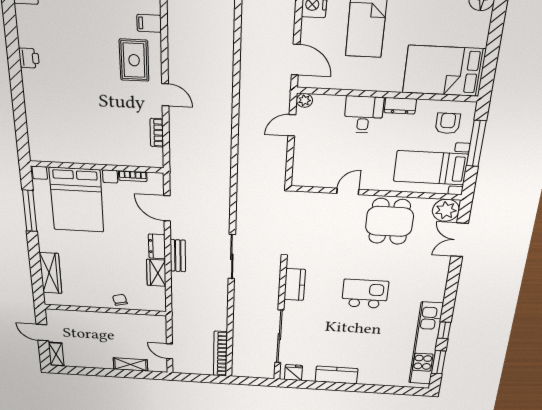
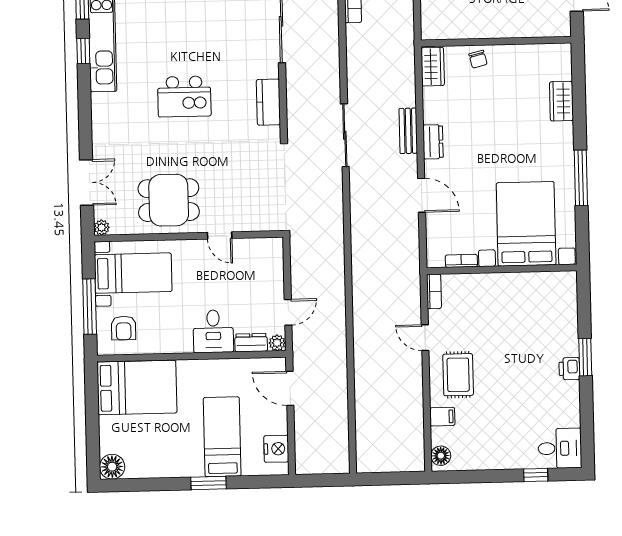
window: (15, 67) -> (585, 357), added
dresser: (400, 106) -> (251, 343), moved
wall: (97, 167) -> (502, 269), moved
bookcase: (133, 176) -> (461, 261), moved
door: (348, 191) -> (220, 235), hinge flipped
bed with nightstands: (77, 200) -> (526, 224), moved
plant: (446, 210) -> (102, 227), width x0.53, depth x0.53
dining table: (389, 221) -> (169, 200), turned 90
wardrobe: (51, 273) -> (561, 101), width x0.67
wardrobe: (156, 273) -> (433, 67), moved

